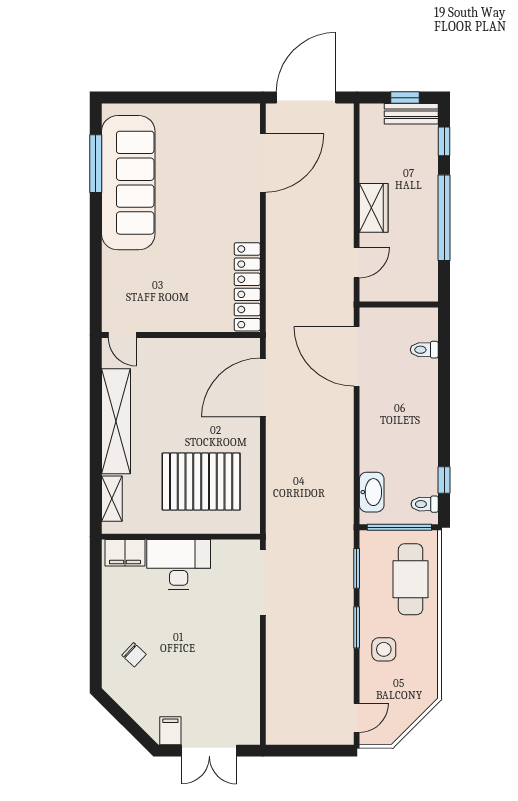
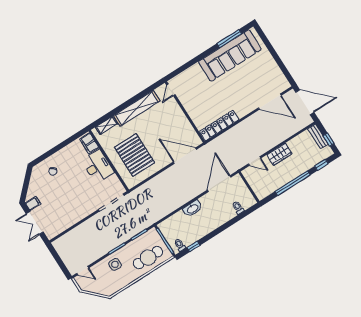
bench: (411, 114) -> (318, 136), moved
washbasin: (372, 492) -> (192, 209), moved

